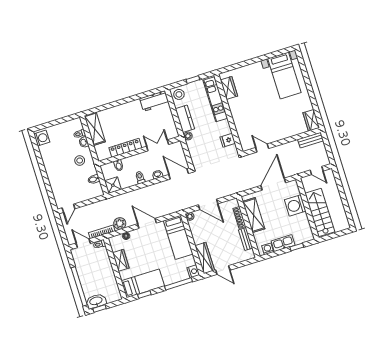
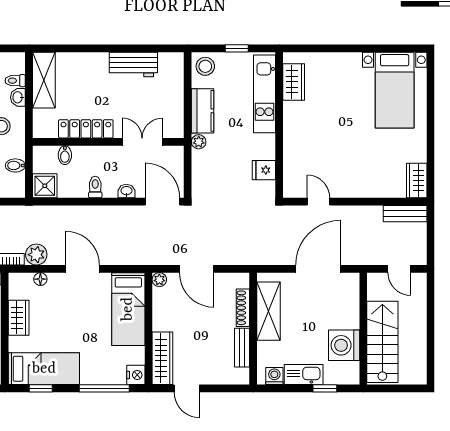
workbench: (154, 101) -> (133, 65), moved
washing machine: (295, 205) -> (344, 345), moved

